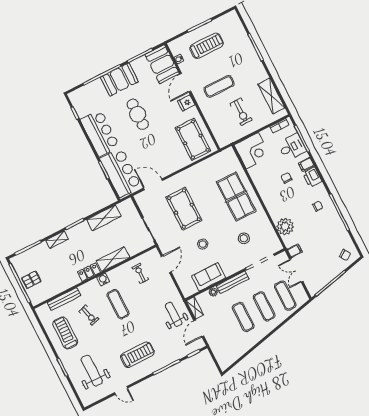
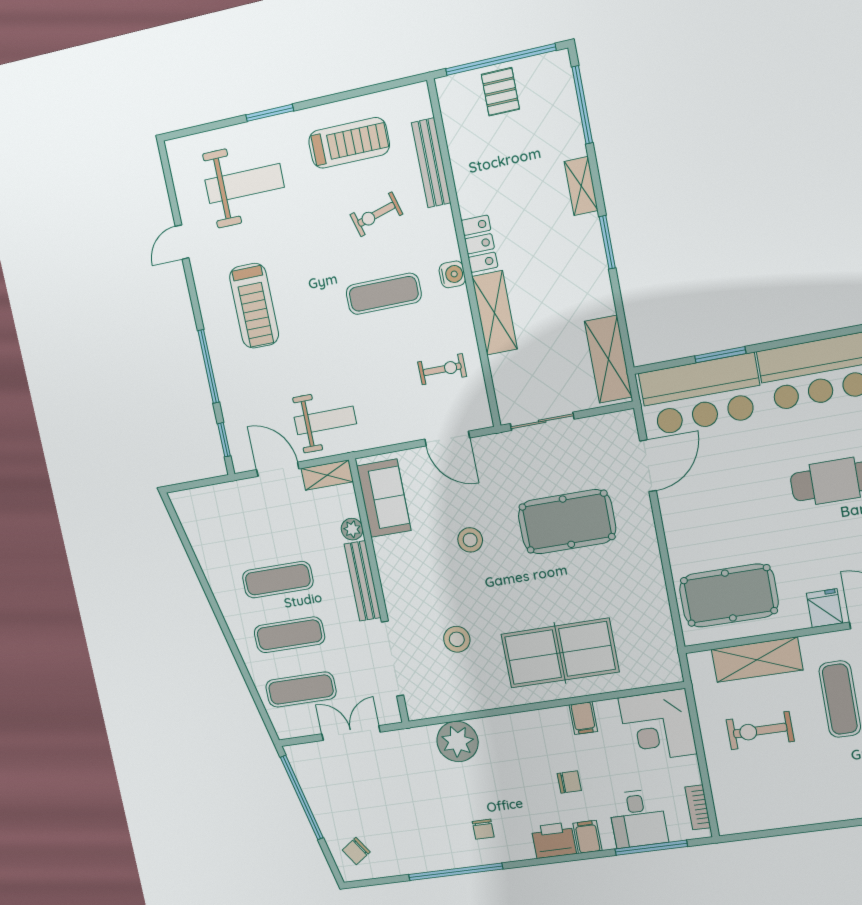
shelving: (271, 96) -> (757, 660), moved
shelving: (104, 218) -> (608, 359), moved
filing cabinet: (295, 251) -> (583, 718), moved
sofa: (209, 277) -> (384, 498), moved

